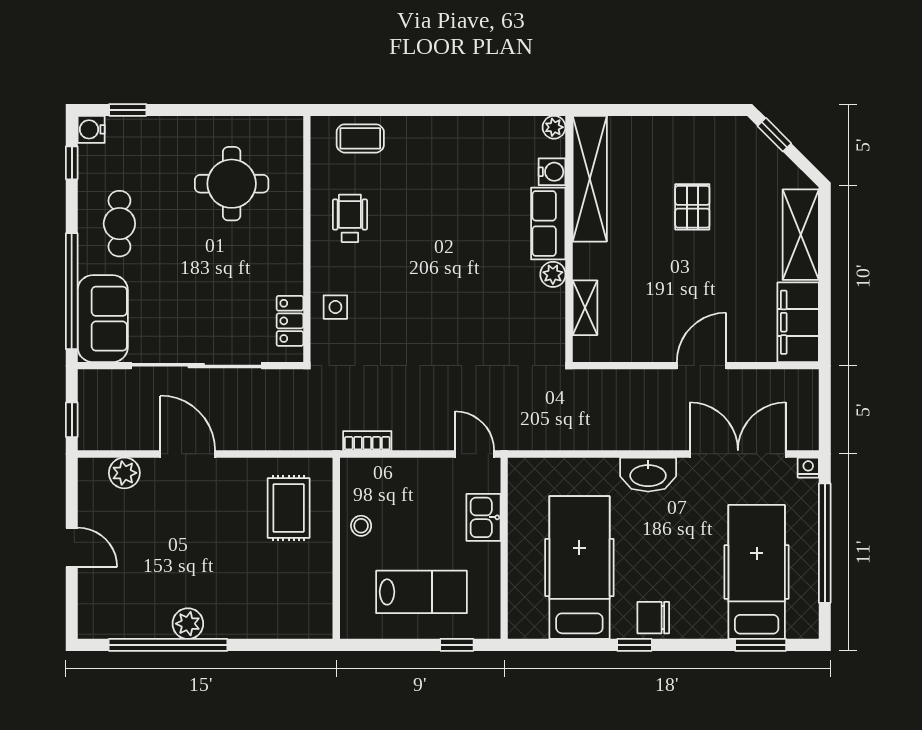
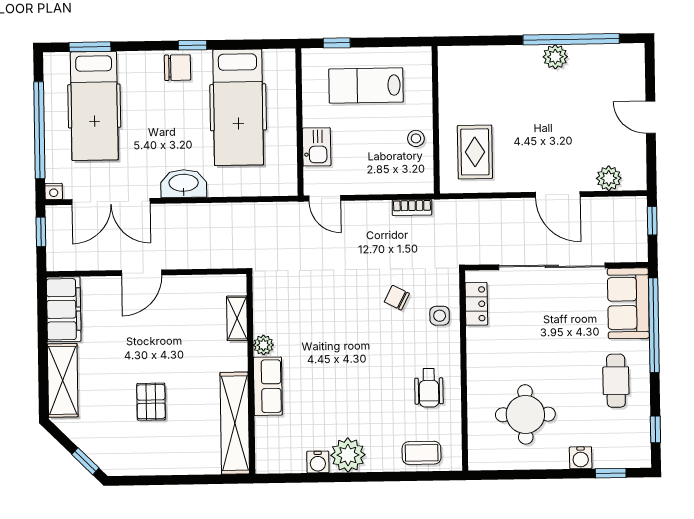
plant: (554, 127) -> (348, 455), moved, width x1.88, depth x1.88
water cooler: (91, 129) -> (581, 458), moved, turned 90
water cooler: (552, 172) -> (318, 462), moved, turned -90
chair: (388, 330) -> (397, 298), added
window: (825, 418) -> (41, 232), added

